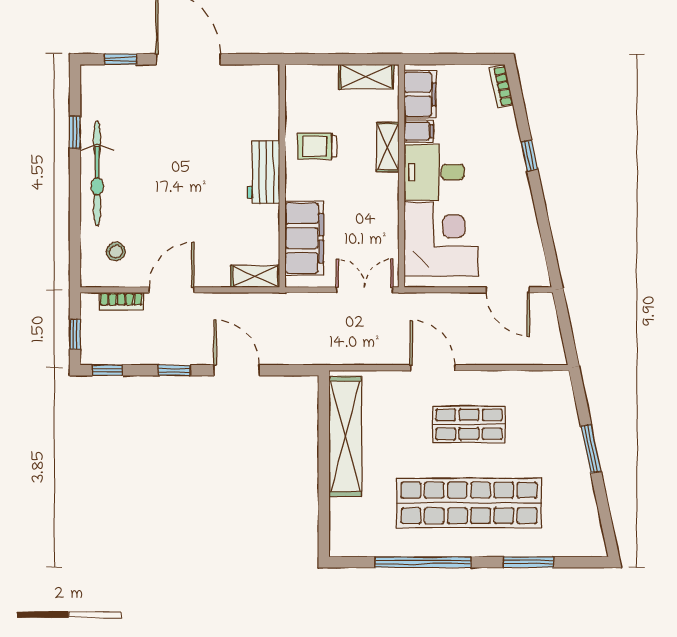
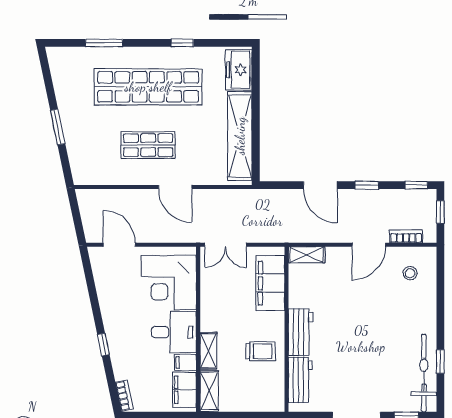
shelving: (366, 77) -> (209, 391), moved, turned 90
workbench: (264, 108) -> (300, 380), added
bicycle: (97, 174) -> (424, 373), moved
freezer: (347, 526) -> (239, 70), added
window: (423, 562) -> (182, 43), width x0.32

